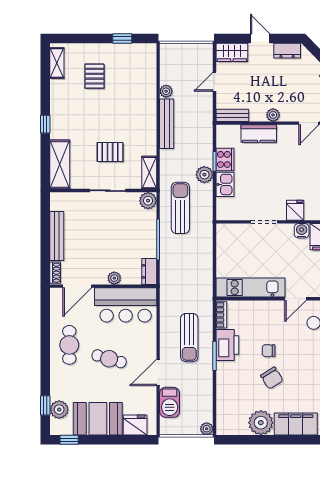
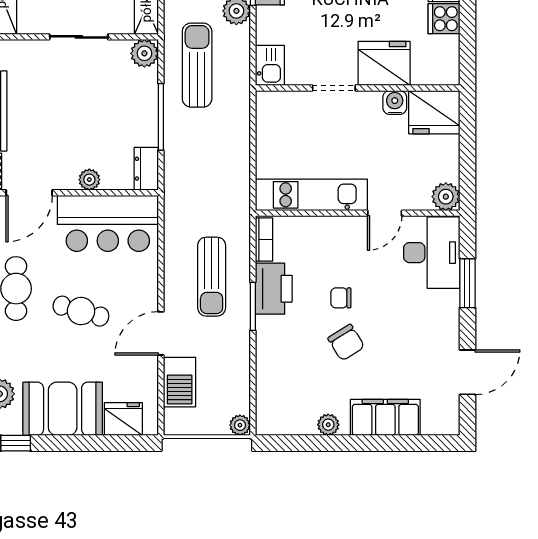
kitchen sink: (225, 184) -> (270, 65), moved
fridge: (295, 210) -> (384, 63), width x1.88, depth x1.34
plant: (261, 423) -> (328, 425), width x0.53, depth x0.53

